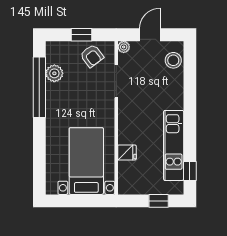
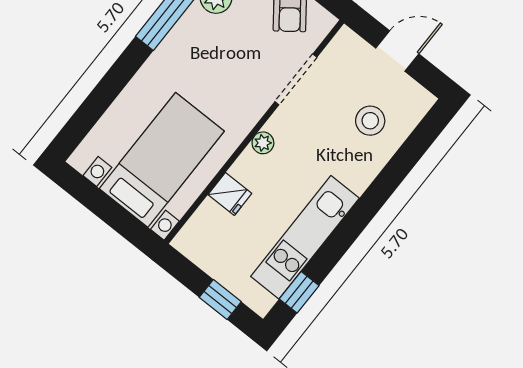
plant: (124, 47) -> (263, 143), moved
stool: (173, 60) -> (370, 121), moved

